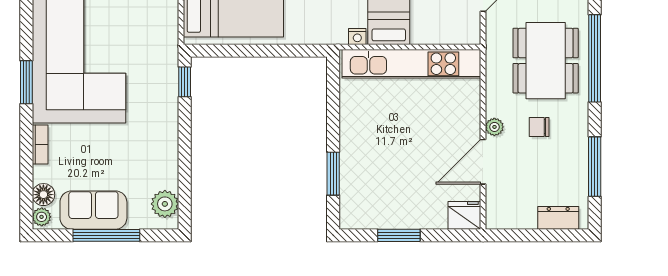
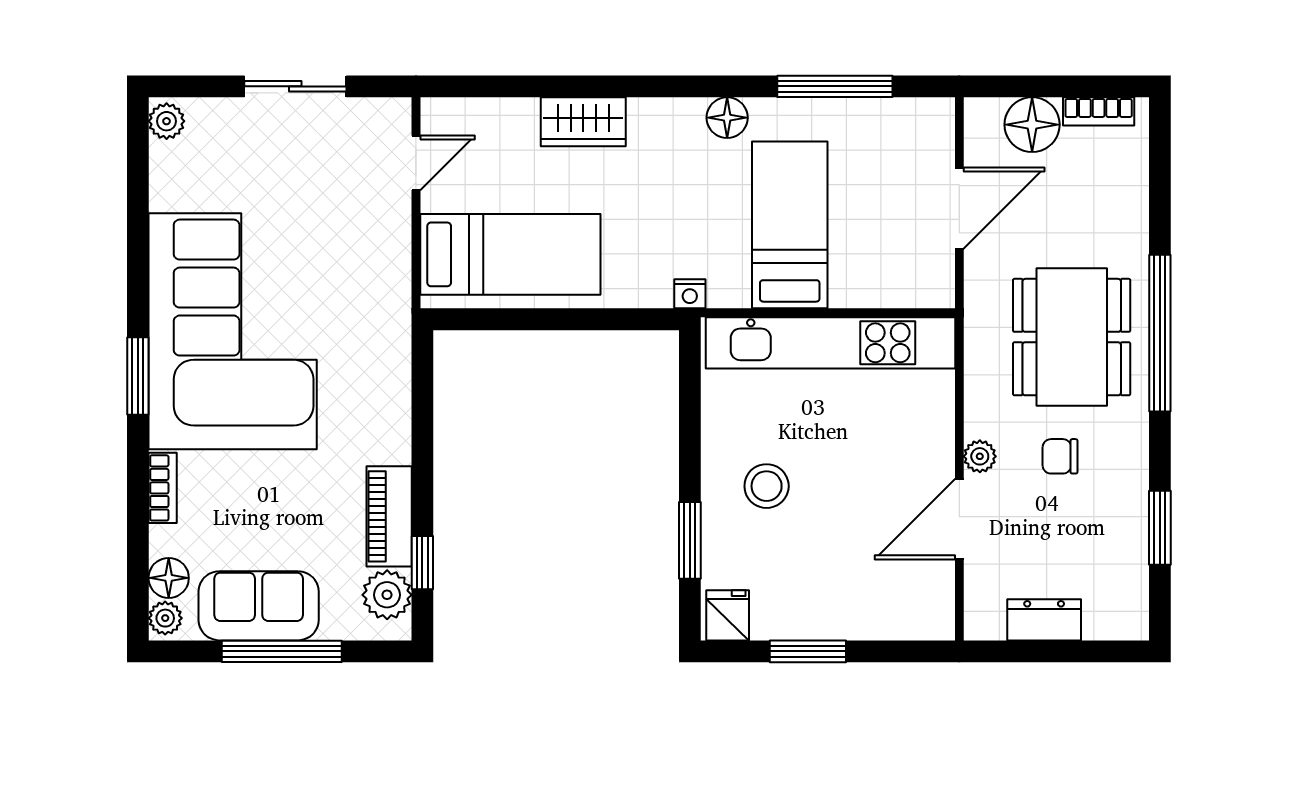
nightstand: (357, 37) -> (690, 294), moved
window: (185, 82) -> (422, 563), moved
stool: (376, 143) -> (767, 486), added
piano: (166, 160) -> (389, 516), added
window: (595, 167) -> (1160, 528), width x0.69
fridge: (464, 215) -> (728, 615), moved, width x0.72
dresser: (558, 218) -> (1044, 620), moved

